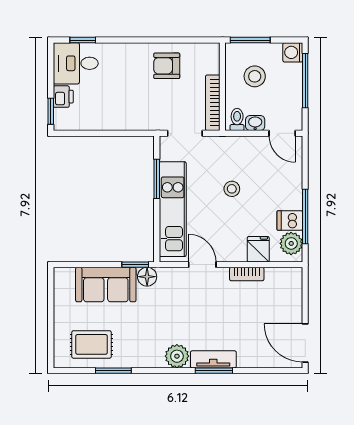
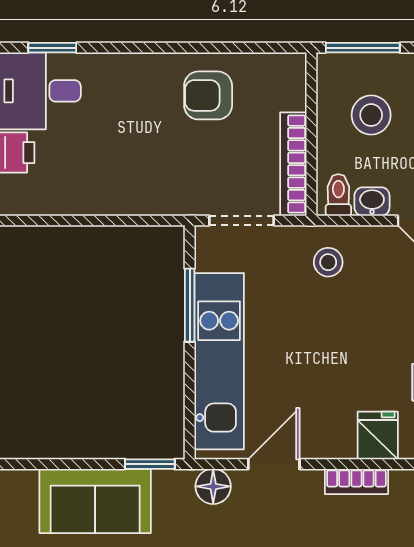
stool: (232, 189) -> (328, 262), moved
door: (202, 265) -> (274, 464), hinge flipped
floor lamp: (147, 277) -> (213, 486), moved

